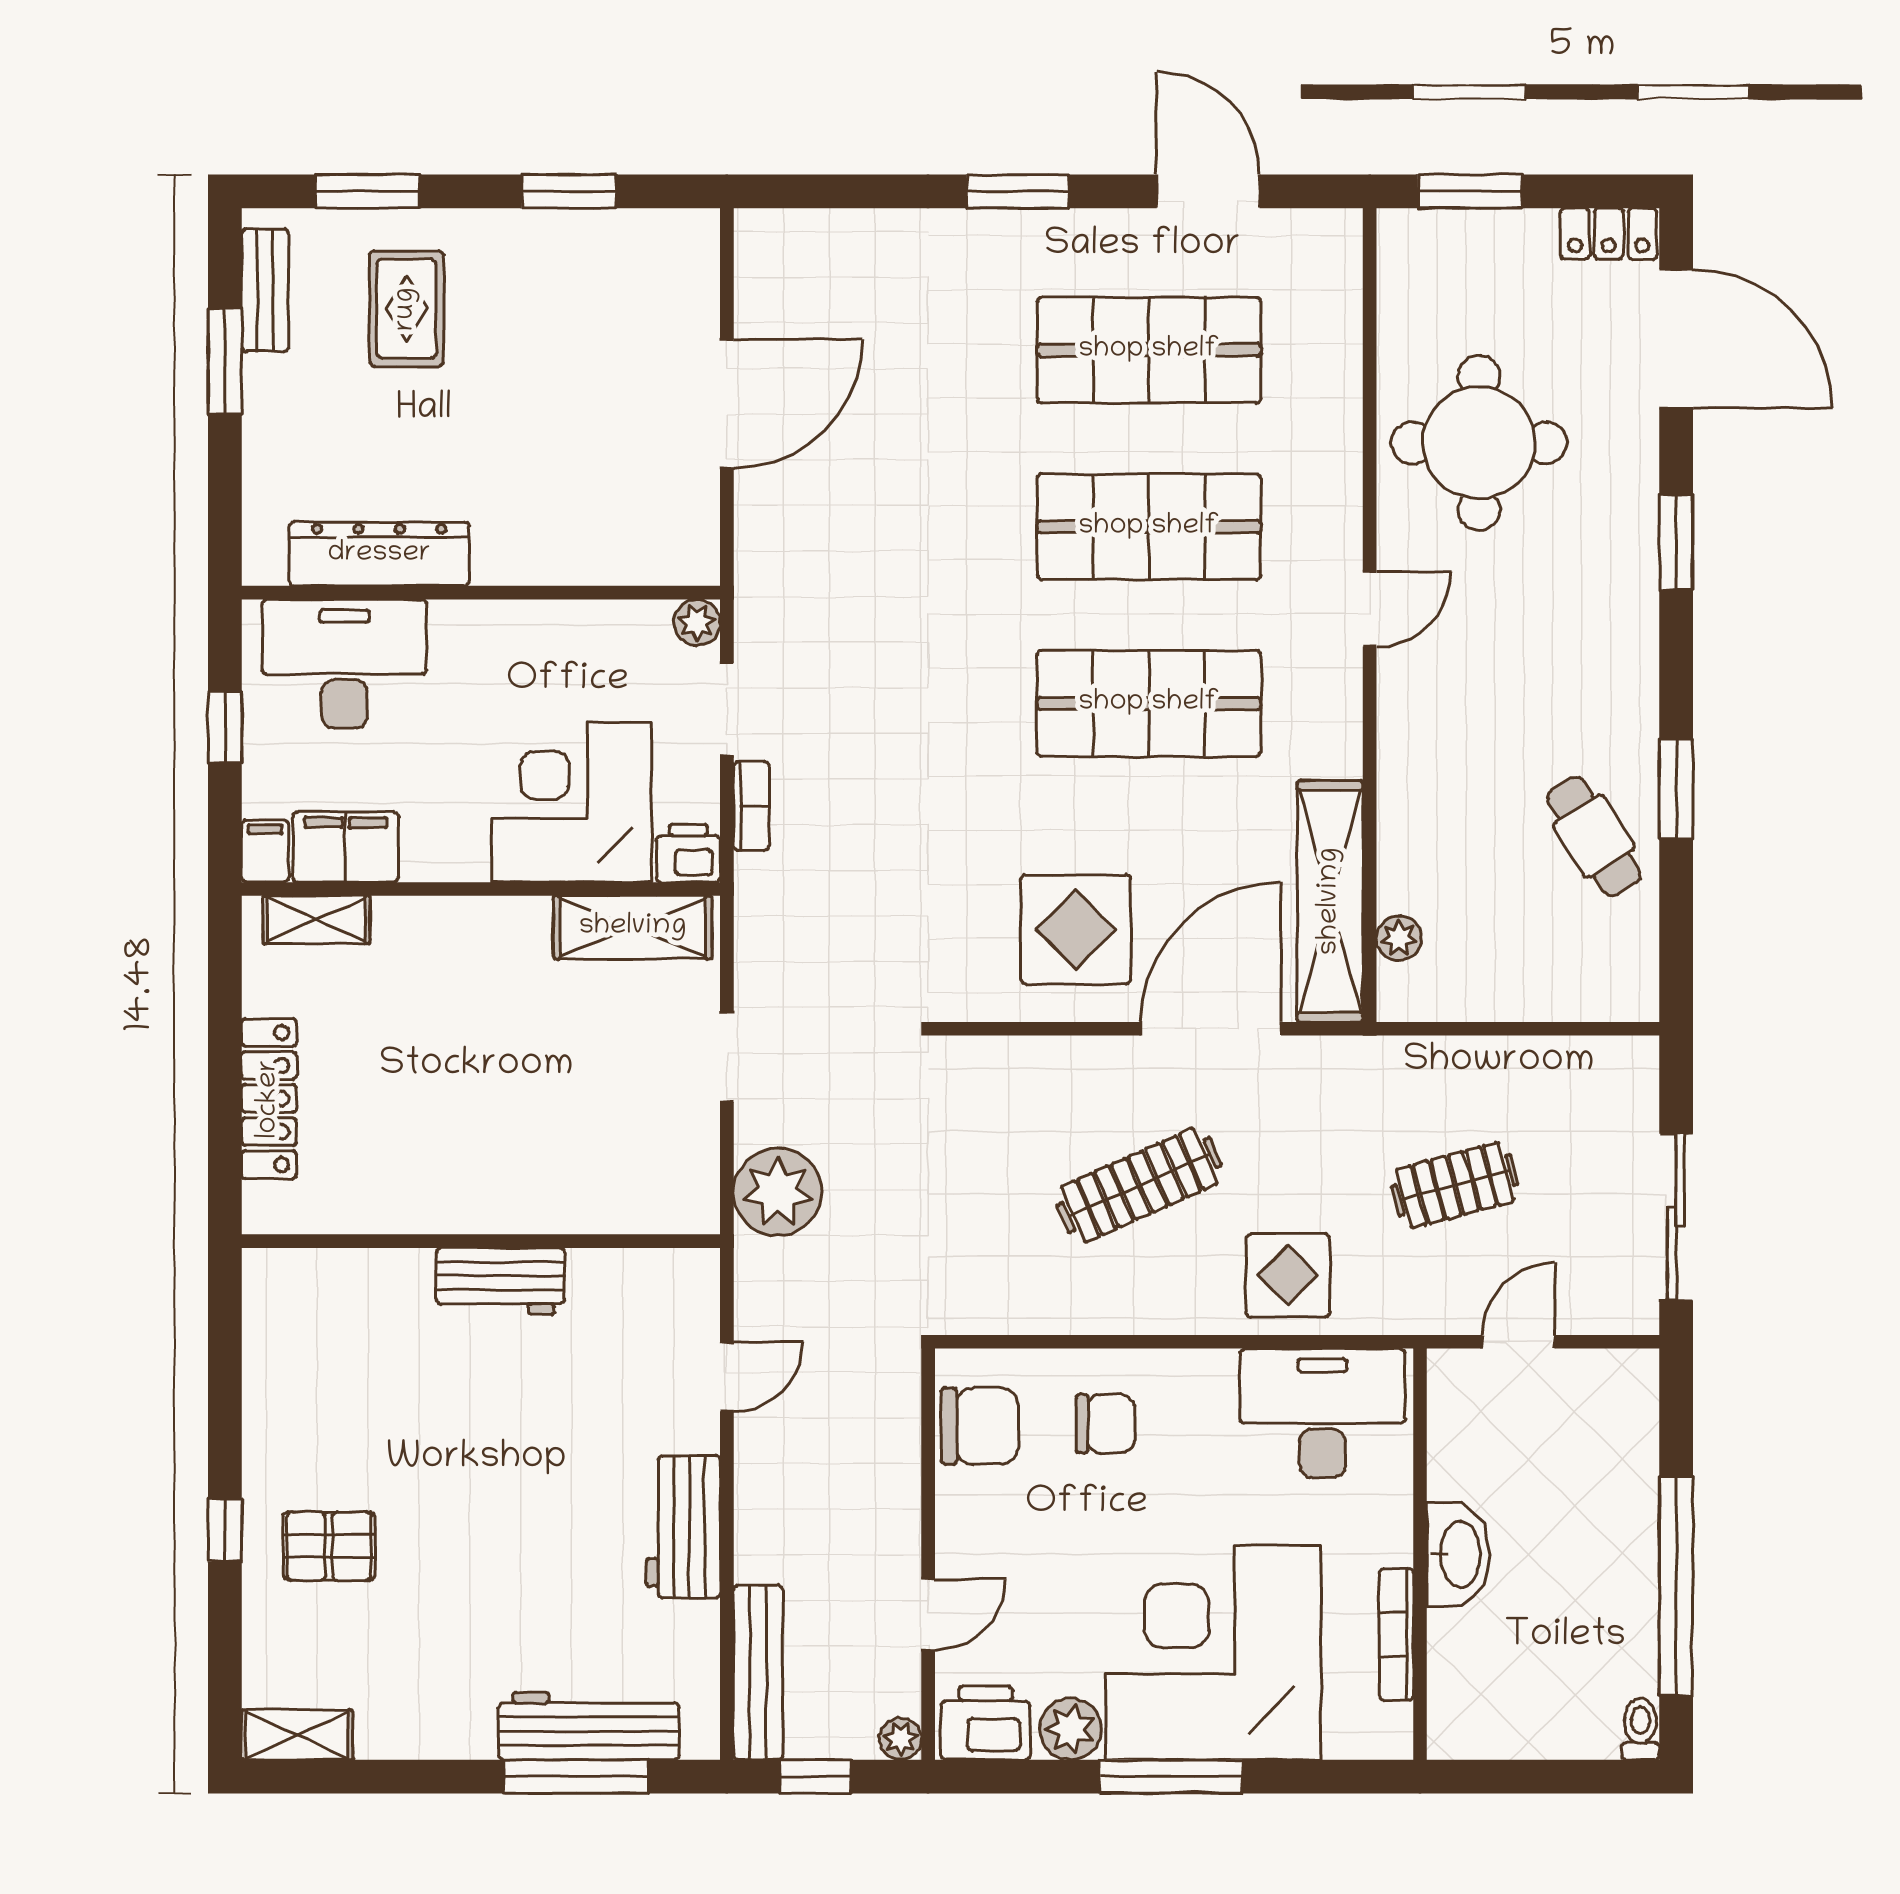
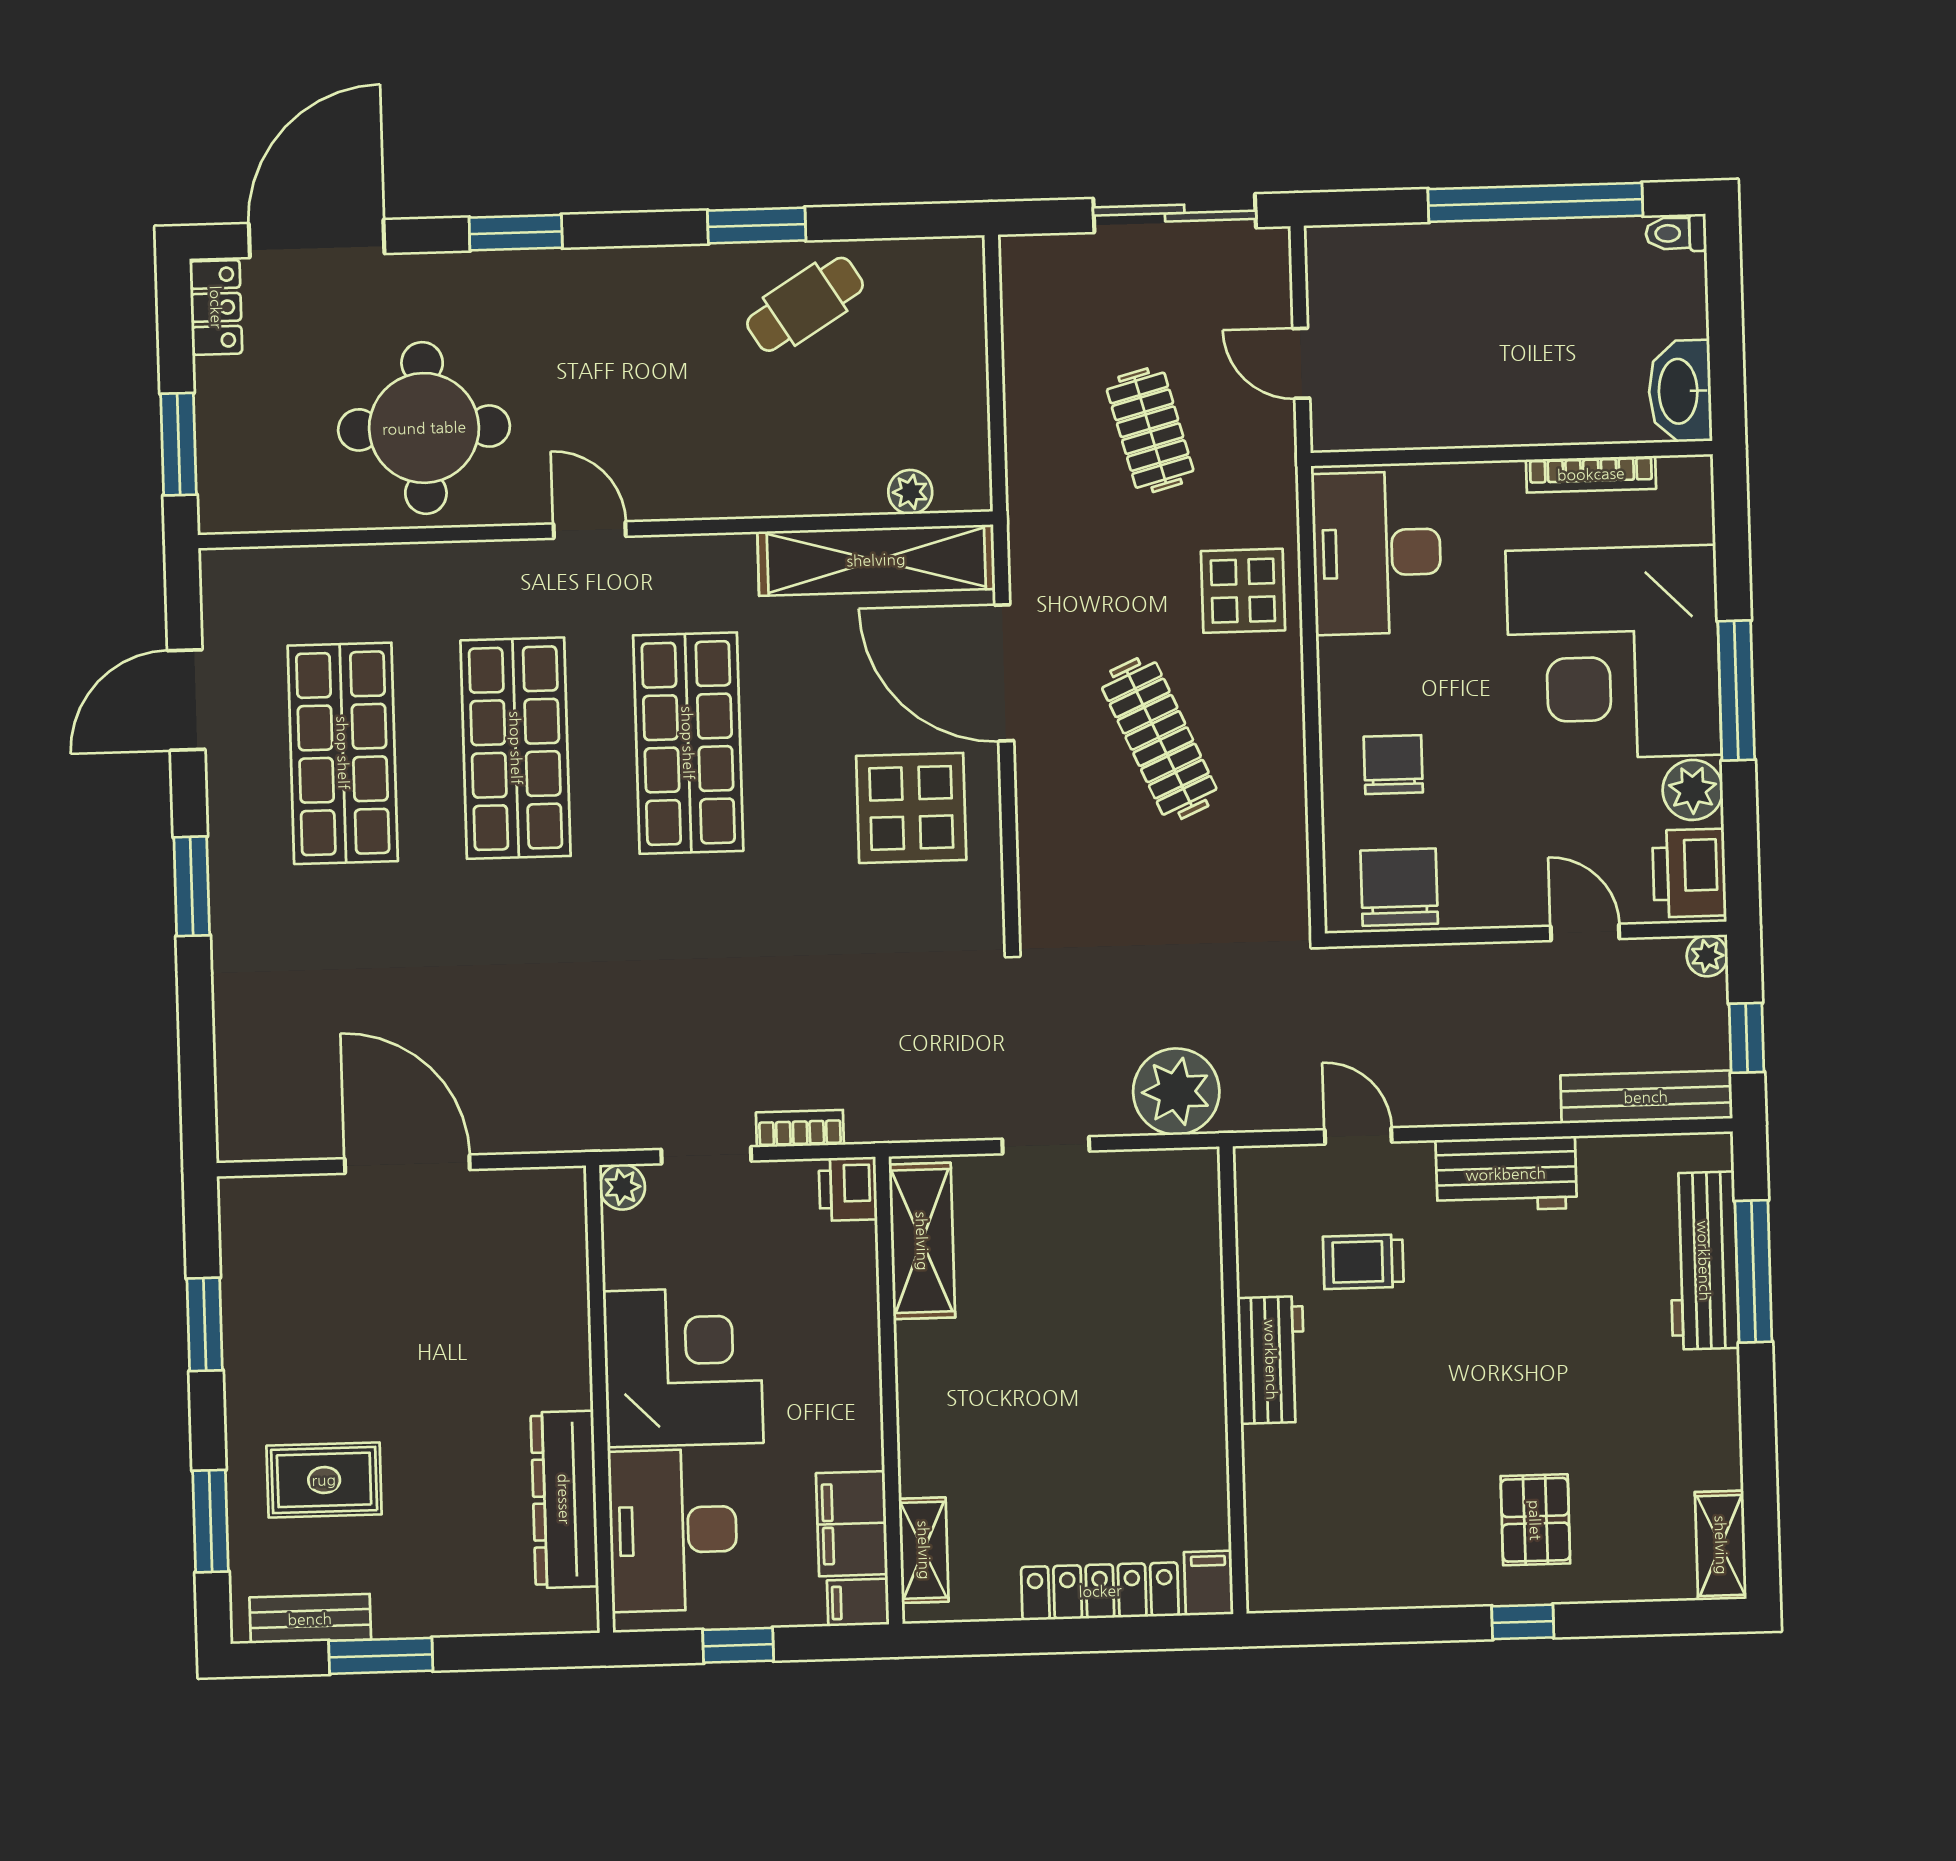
corner desk: (572, 802) -> (683, 1367), moved, turned 180
filing cabinet: (274, 1210) -> (1209, 1583), added
trolley: (598, 1378) -> (1363, 1262), added
washbasin: (1458, 1554) -> (1680, 391), moved, turned -90

